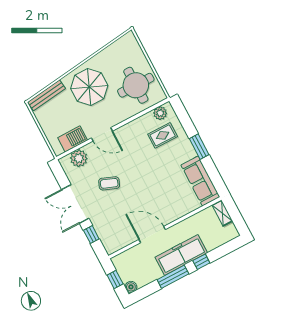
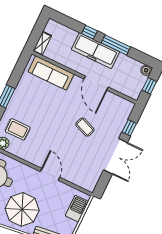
barbecue: (73, 139) -> (77, 209), moved, turned 90
plant: (79, 158) -> (80, 178), removed
sofa: (200, 181) -> (51, 73), moved, turned 90
coffee table: (109, 183) -> (85, 127), moved

